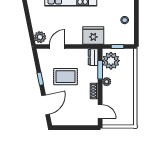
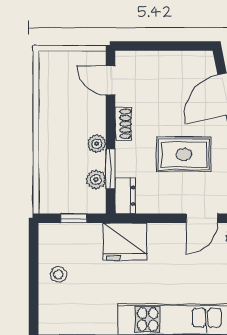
plant: (111, 61) -> (96, 180), width x0.53, depth x0.53

